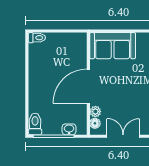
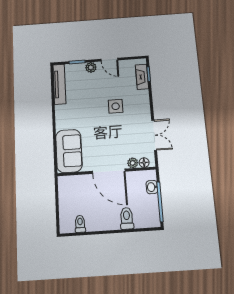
toilet: (37, 38) -> (80, 224), moved
toilet: (35, 124) -> (127, 218), moved, turned 90
double door: (123, 136) -> (154, 135), swing flipped

